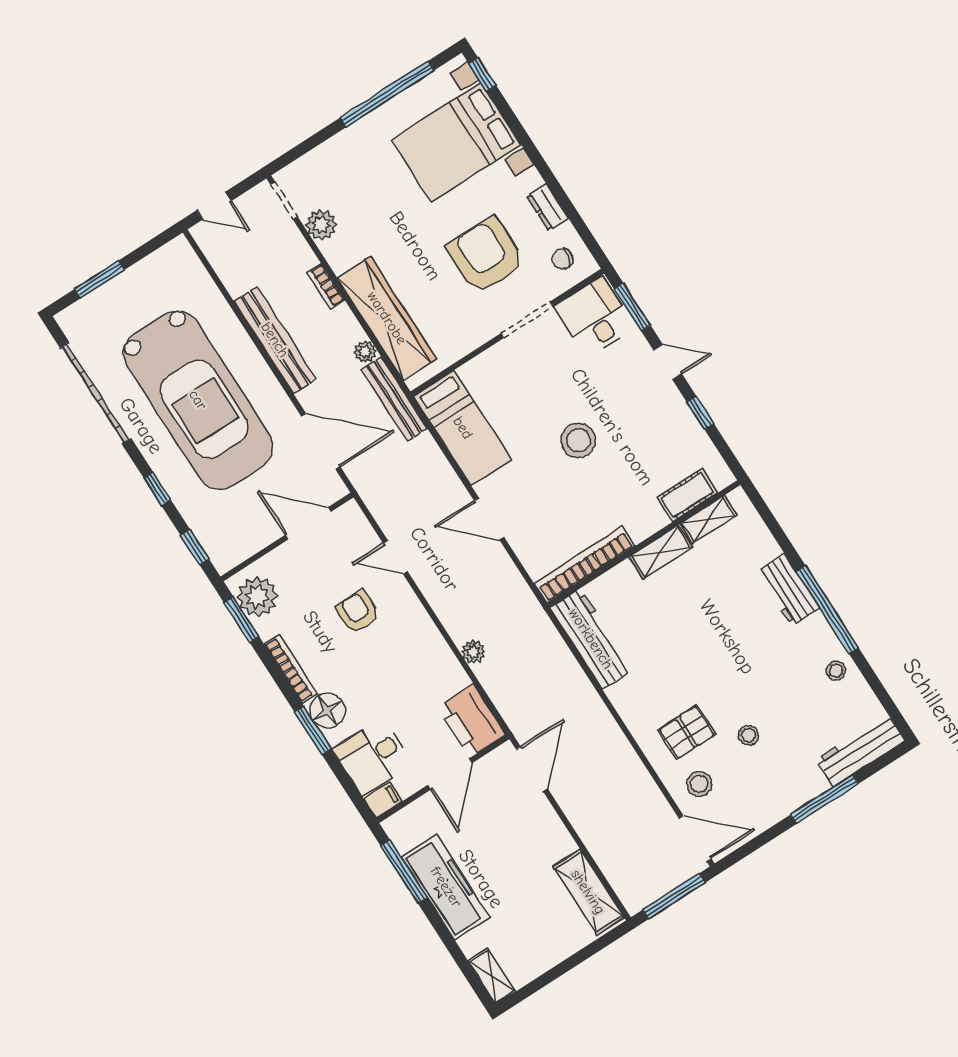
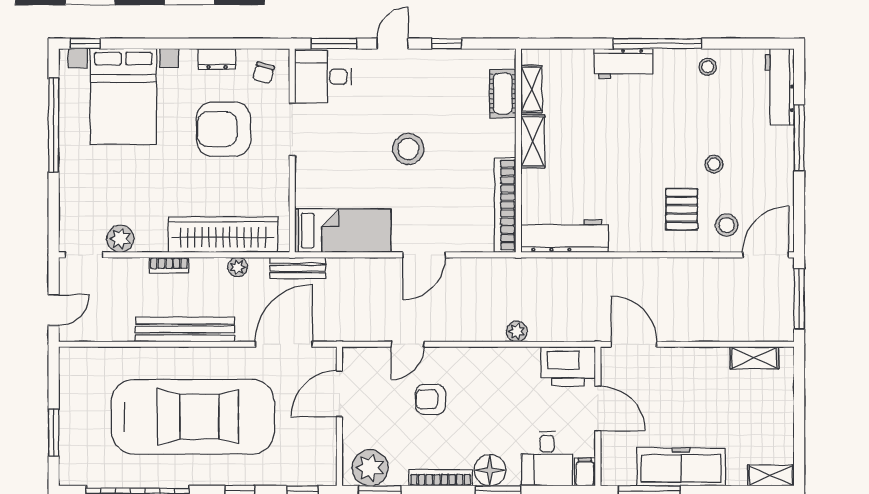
bench: (394, 399) -> (298, 268), width x0.73
shelving: (588, 892) -> (754, 358), width x0.67, depth x0.75

